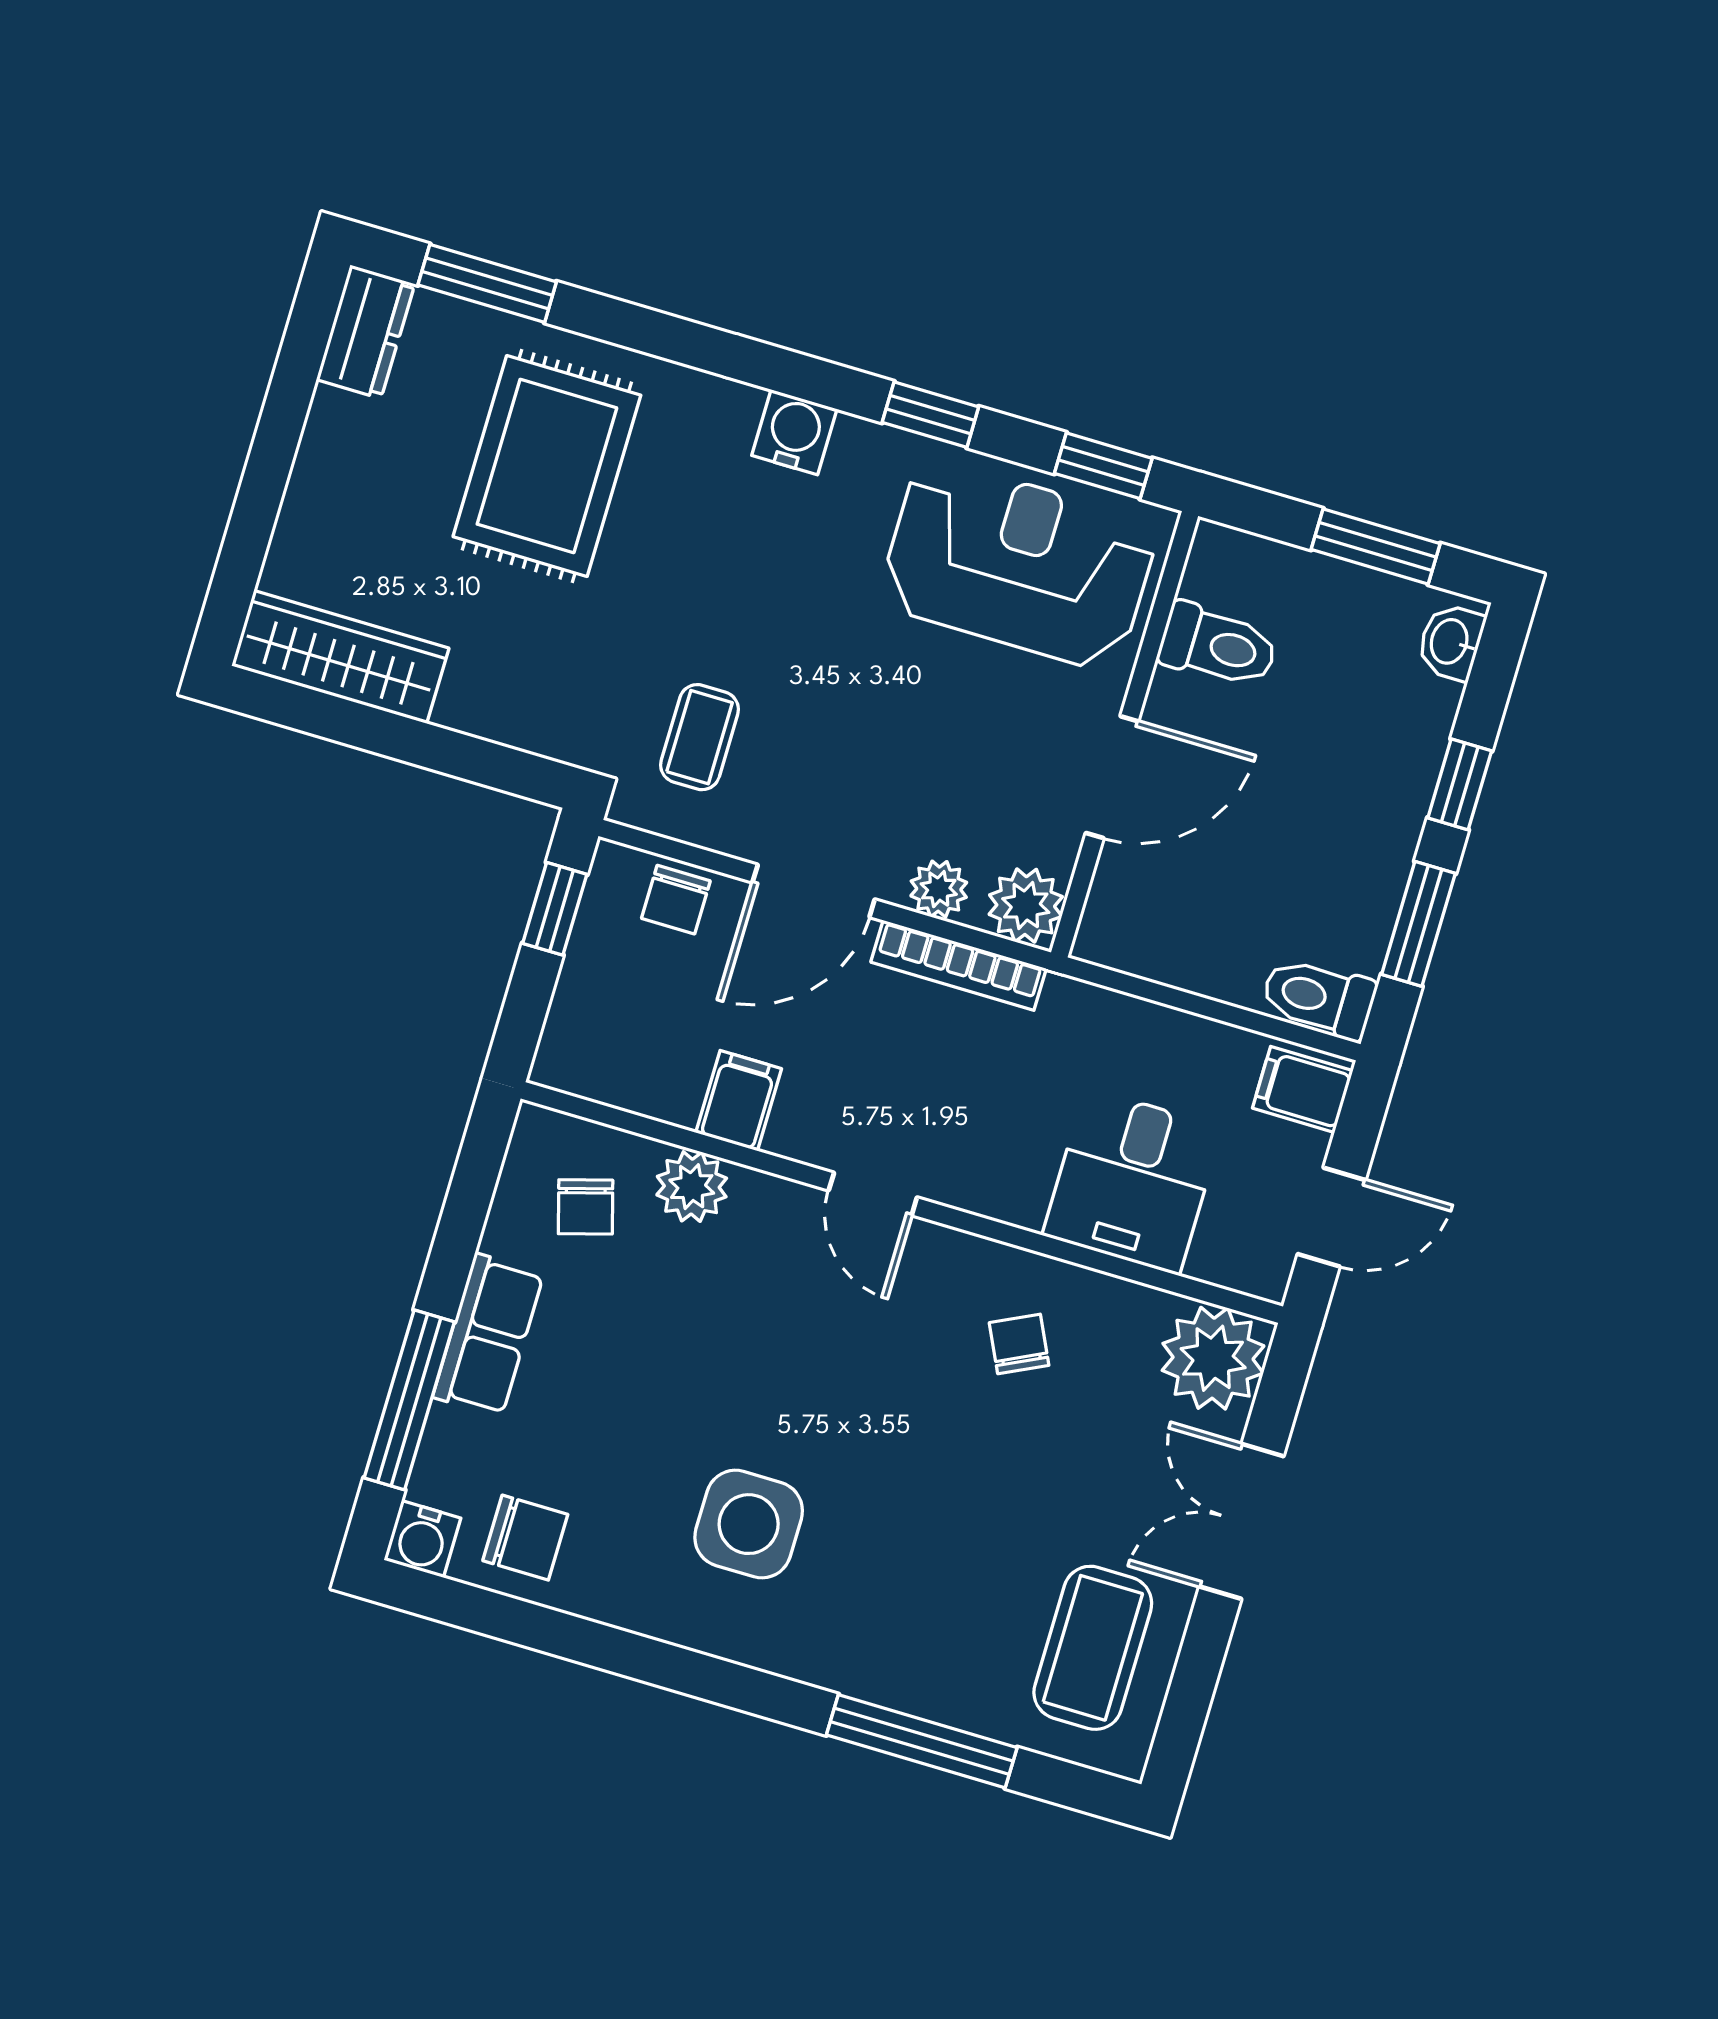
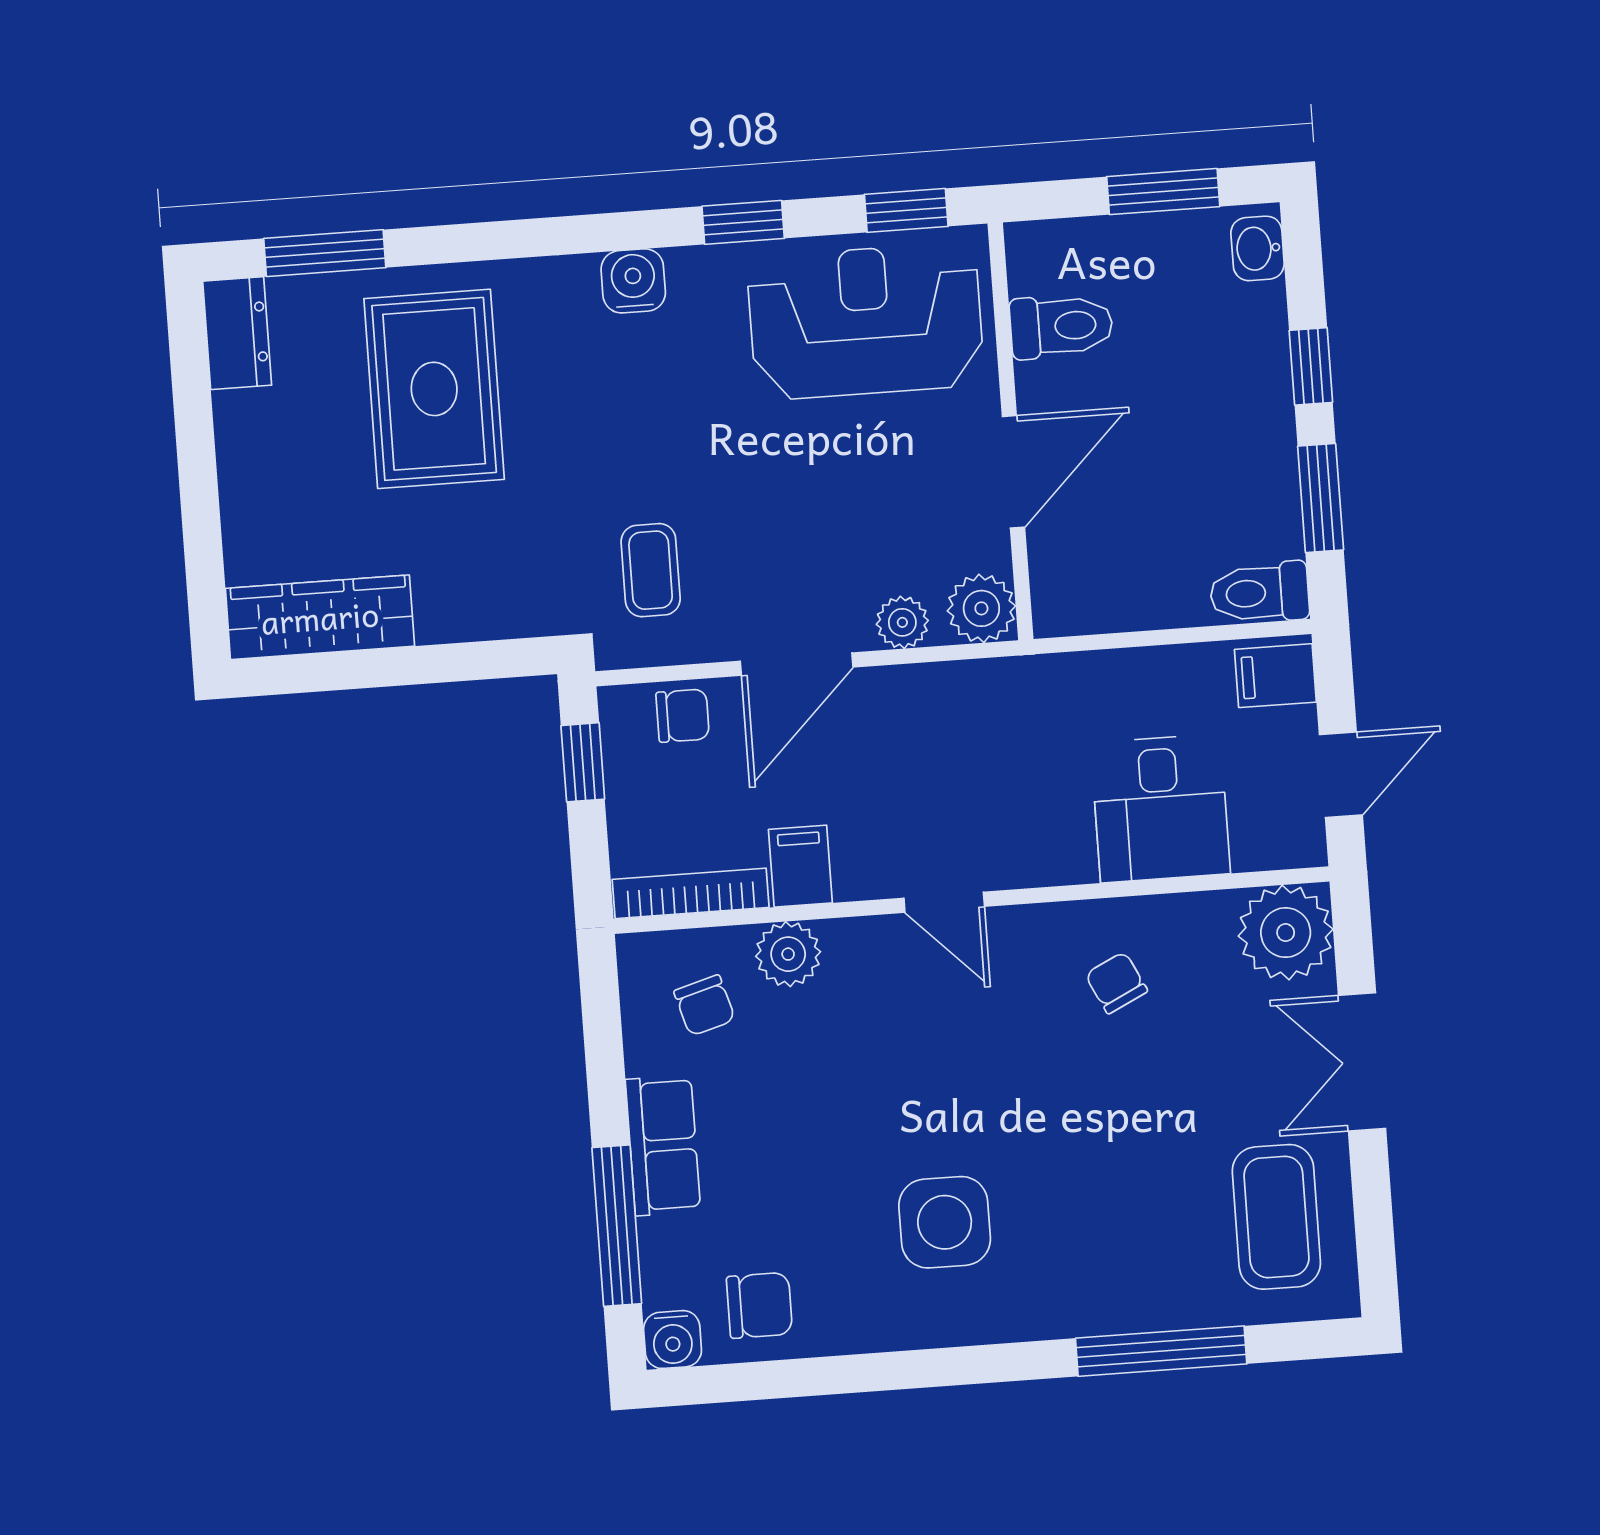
chair: (676, 900) -> (683, 716), turned -90
bookcase: (958, 965) -> (691, 893), moved, turned 180

